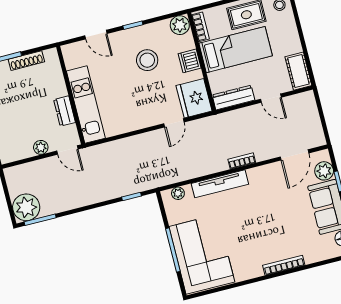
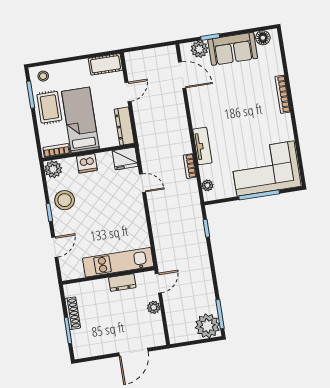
stool: (147, 60) -> (65, 200), moved
fridge: (194, 98) -> (125, 159), width x0.73, depth x0.75
bookcase: (242, 161) -> (190, 166), moved
tv unit: (220, 184) -> (202, 146), width x0.71

